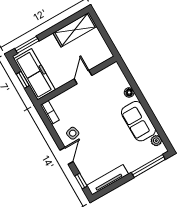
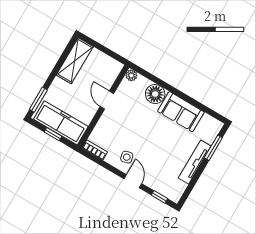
floor lamp: (129, 92) -> (155, 94), width x1.89, depth x1.89
plant: (156, 141) -> (131, 75), moved
window: (148, 166) -> (213, 148), width x0.69
tv unit: (108, 180) -> (195, 162), moved

